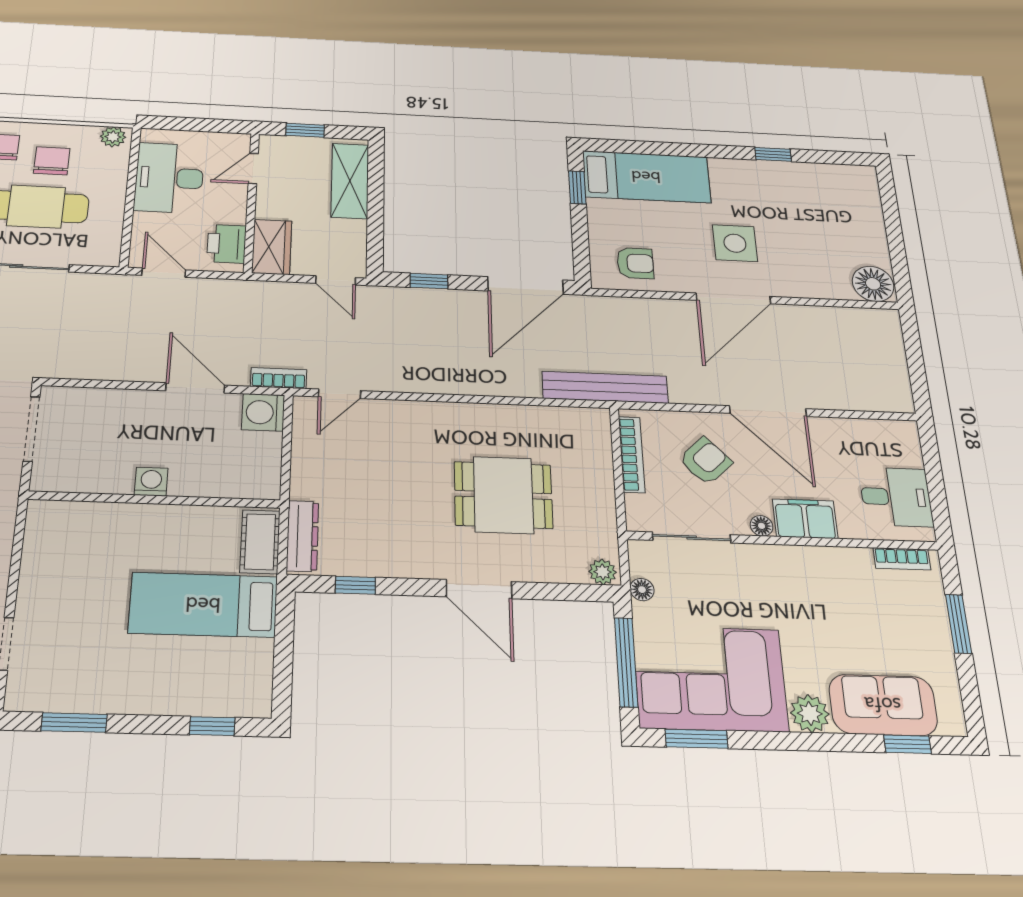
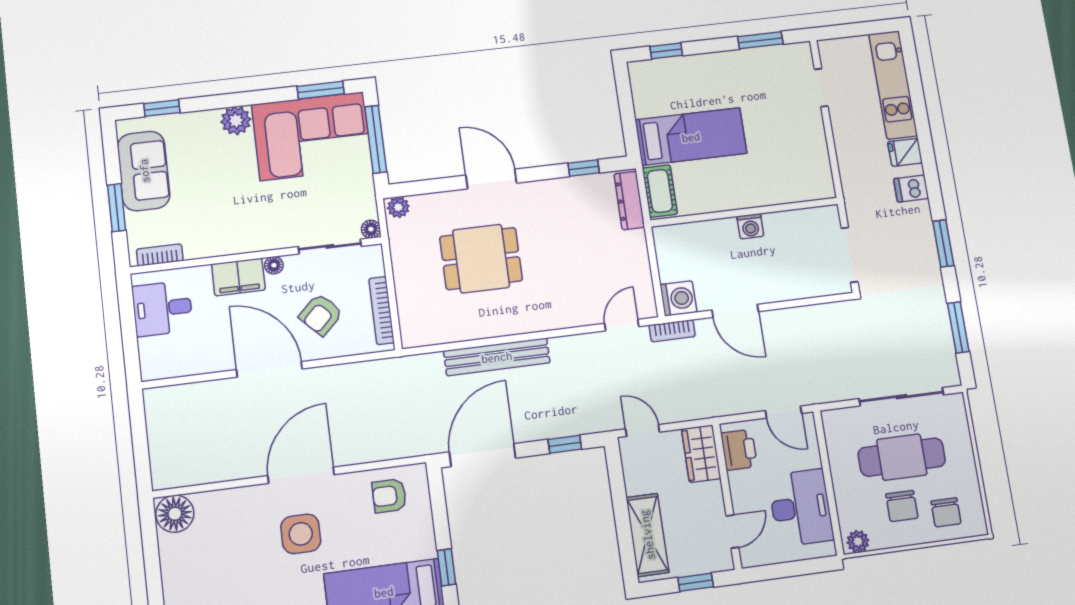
bench: (605, 387) -> (497, 357), moved
floor lamp: (642, 590) -> (371, 229), moved
sofa: (883, 705) -> (144, 171), moved, turned -90

